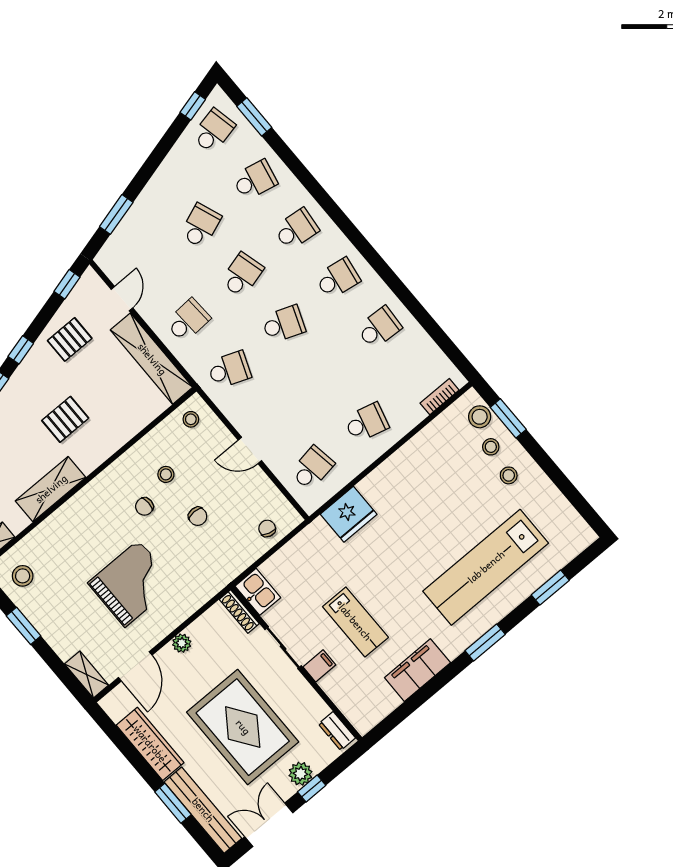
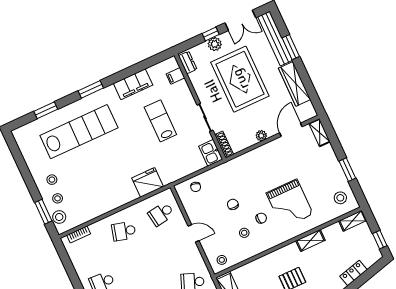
shelving: (51, 489) -> (310, 240), width x0.67, depth x0.75
grand piano: (132, 584) -> (290, 204), moved, turned -90
filing cabinet: (319, 666) -> (176, 76), moved

